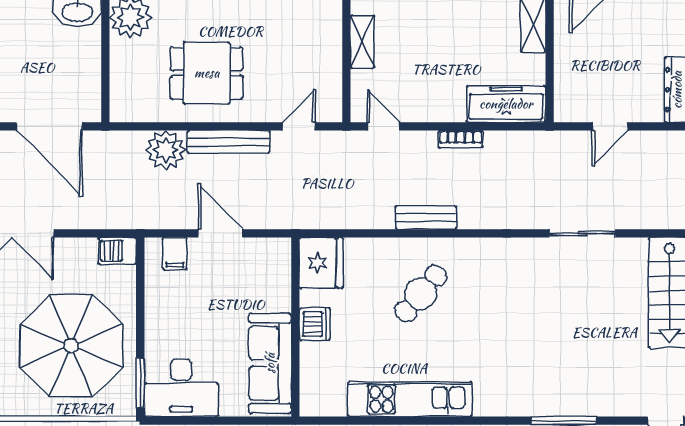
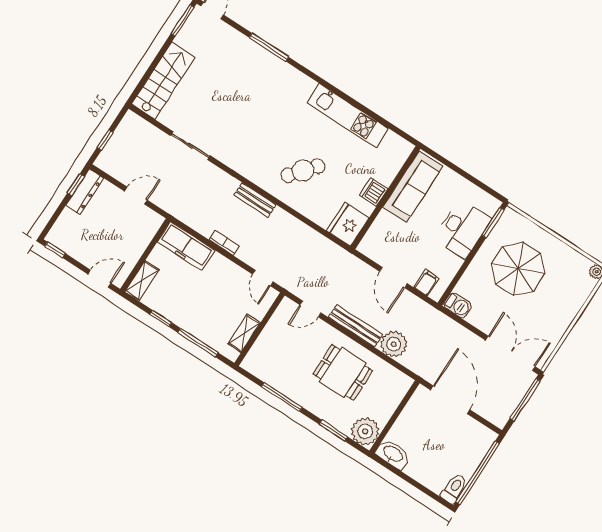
bench: (426, 218) -> (255, 200), moved
parasol: (71, 346) -> (518, 269), width x0.73, depth x0.73
desk: (181, 388) -> (463, 229), moved, turned 90

